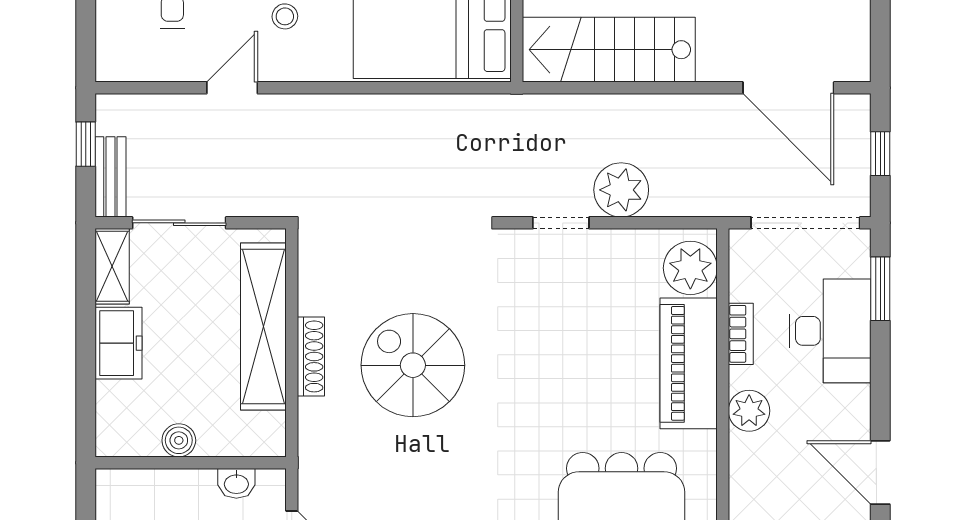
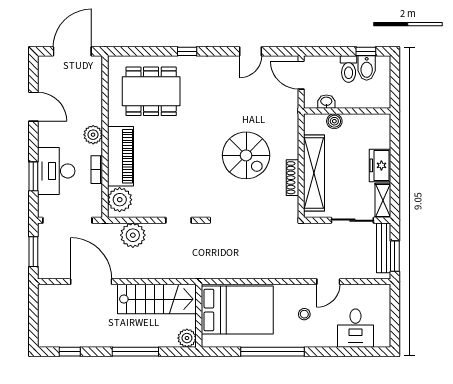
door: (788, 88) -> (91, 282), moved
window: (86, 144) -> (395, 256), width x1.50
window: (880, 154) -> (33, 252), width x1.50
bench: (110, 177) -> (384, 248), width x1.36
plant: (621, 190) -> (133, 235), moved
window: (880, 289) -> (33, 176), moved
shoe rack: (311, 356) -> (292, 178), moved
boiler: (179, 440) -> (334, 121), moved

